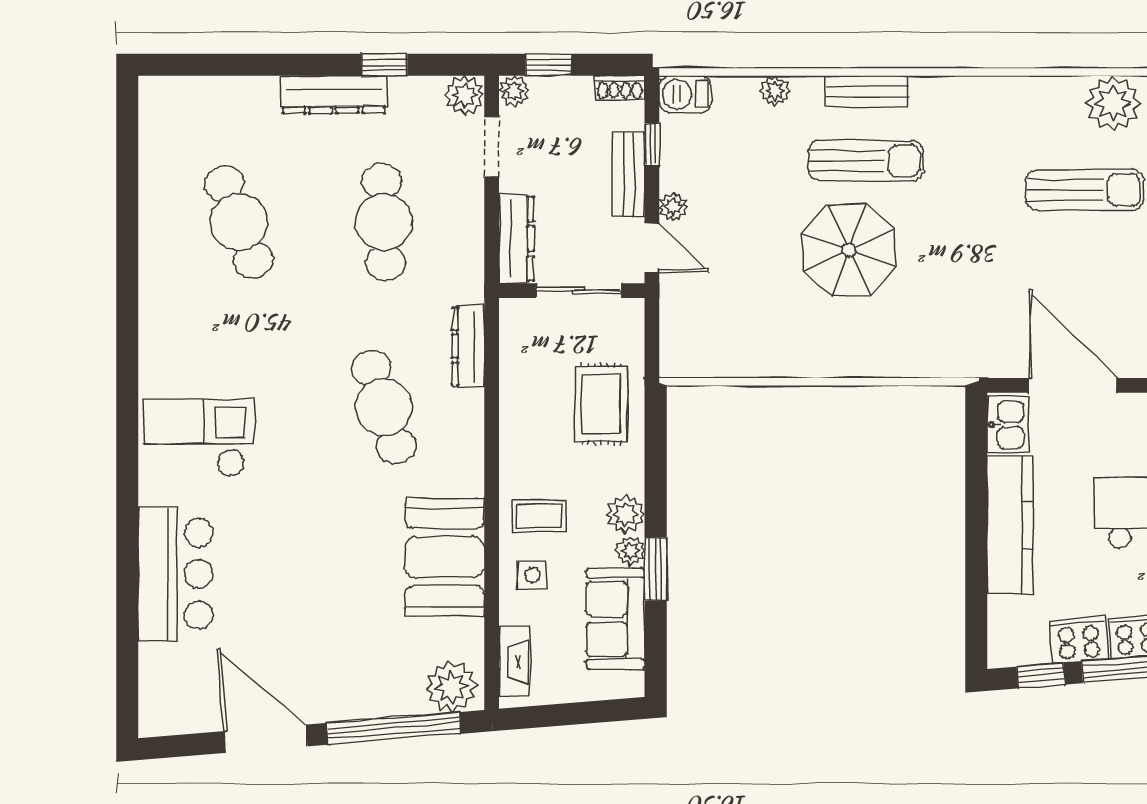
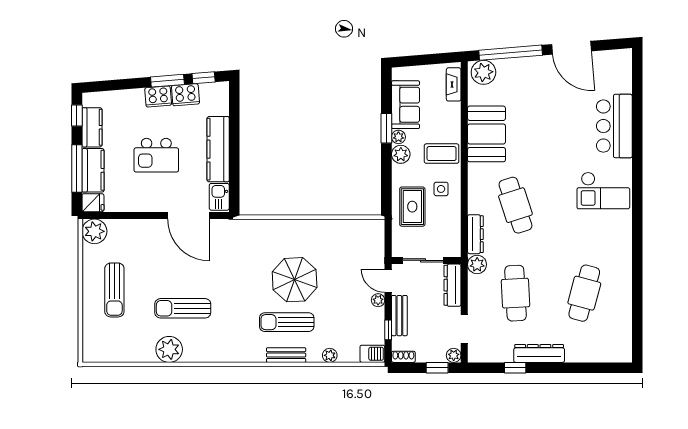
plant: (465, 95) -> (477, 264), moved
cafe table: (239, 222) -> (584, 293), turned 36
coffee table: (539, 516) -> (442, 154), width x1.36, depth x1.30
side table: (532, 575) -> (441, 189), moved

